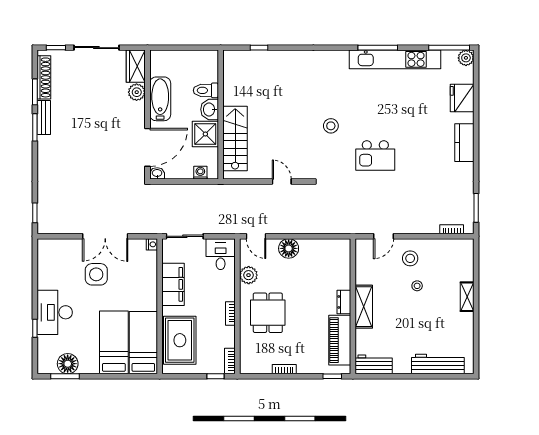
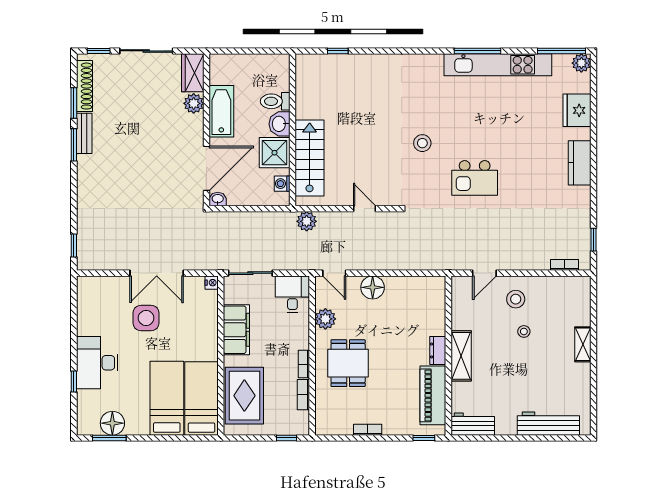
washing machine: (200, 173) -> (282, 184), moved, turned -90
plant: (233, 192) -> (307, 221), added
window: (476, 208) -> (593, 240), width x0.67
bookcase: (230, 361) -> (303, 395), moved

